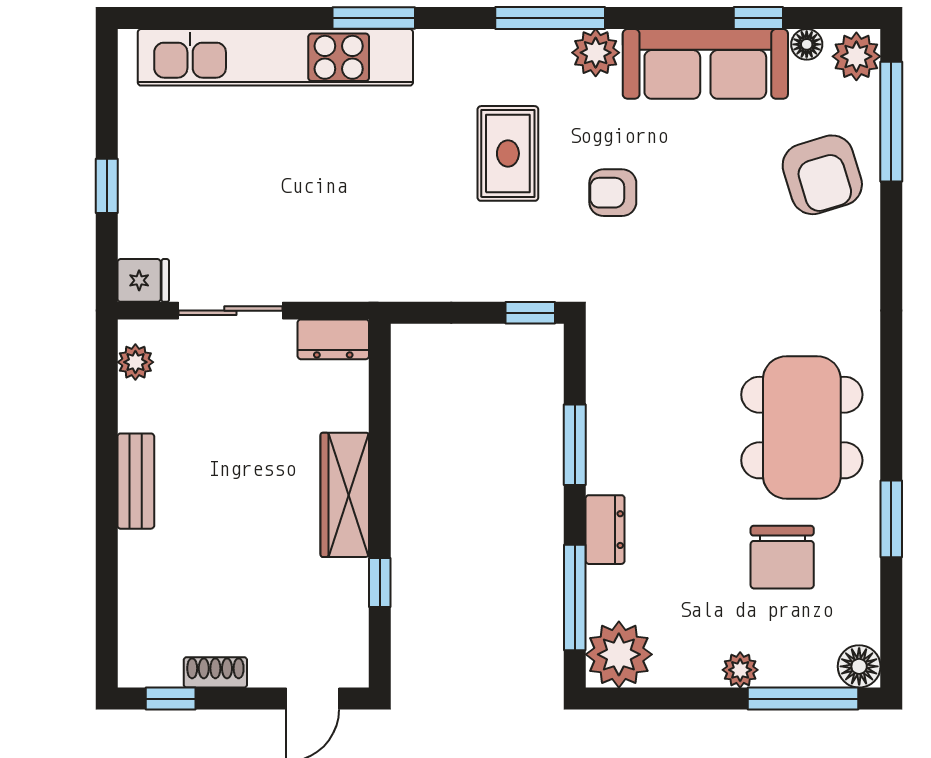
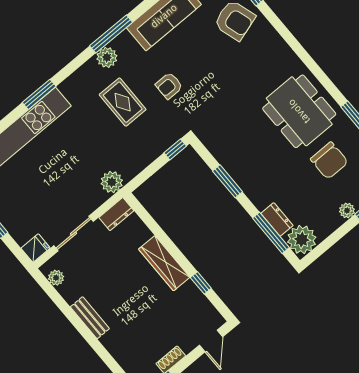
window: (550, 18) -> (111, 34), moved
plant: (596, 53) -> (107, 57), moved
plant: (372, 277) -> (112, 182), added
dresser: (605, 530) -> (277, 219), moved

